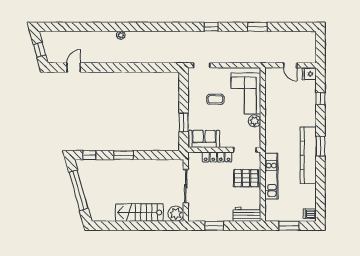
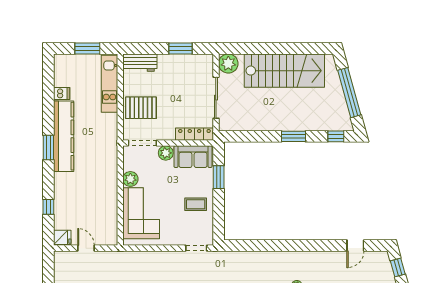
coffee table: (215, 99) -> (196, 204), moved
plant: (226, 142) -> (166, 153), added
locker: (217, 157) -> (194, 134), moved
kitchen unit: (271, 176) -> (109, 84), moved
stairs: (139, 213) -> (284, 71), width x1.36, depth x1.51
dishwasher: (310, 214) -> (62, 94), moved

